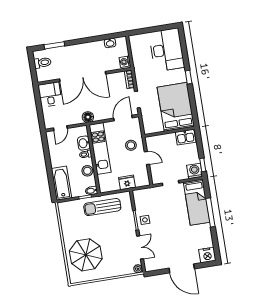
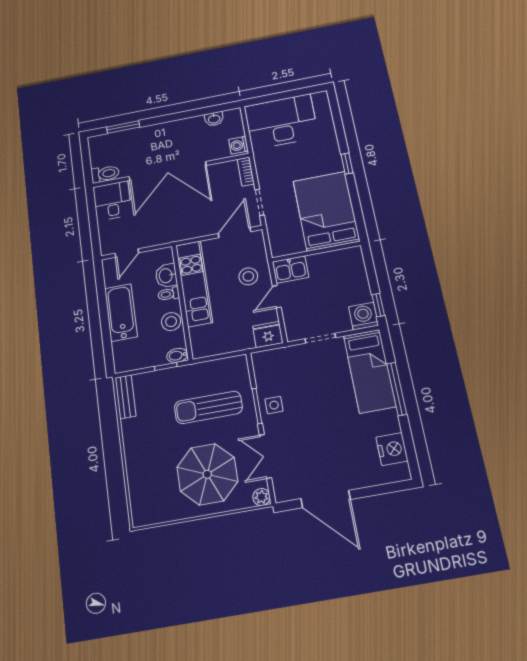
desk: (167, 50) -> (281, 122), moved, turned -90
toilet: (42, 63) -> (105, 174), moved
floor lamp: (88, 117) -> (174, 233), removed
kitchen sink: (186, 137) -> (291, 270), moved
door: (147, 158) -> (277, 297), swing flipped
fridge: (127, 182) -> (268, 335), moved
bathtub: (61, 183) -> (121, 312), moved
sun lounger: (102, 207) -> (208, 407), moved
bench: (63, 214) -> (125, 397), added
double door: (140, 247) -> (265, 456), swing flipped
parasol: (86, 255) -> (207, 474), moved
nightstand: (207, 255) -> (392, 449), moved, turned -90
door: (182, 268) -> (326, 499), moved

